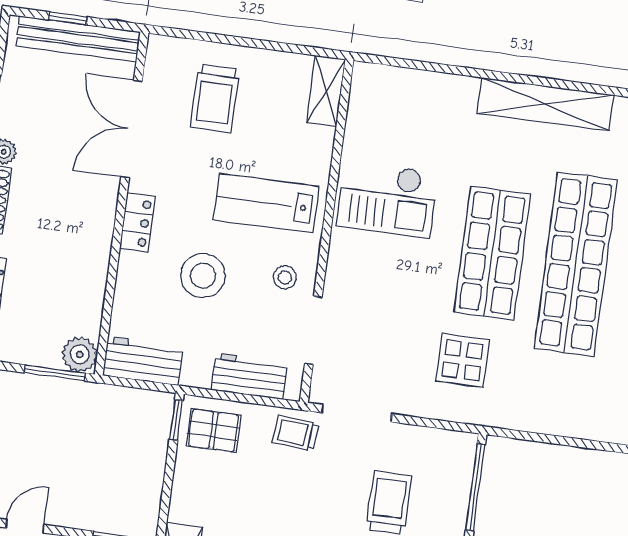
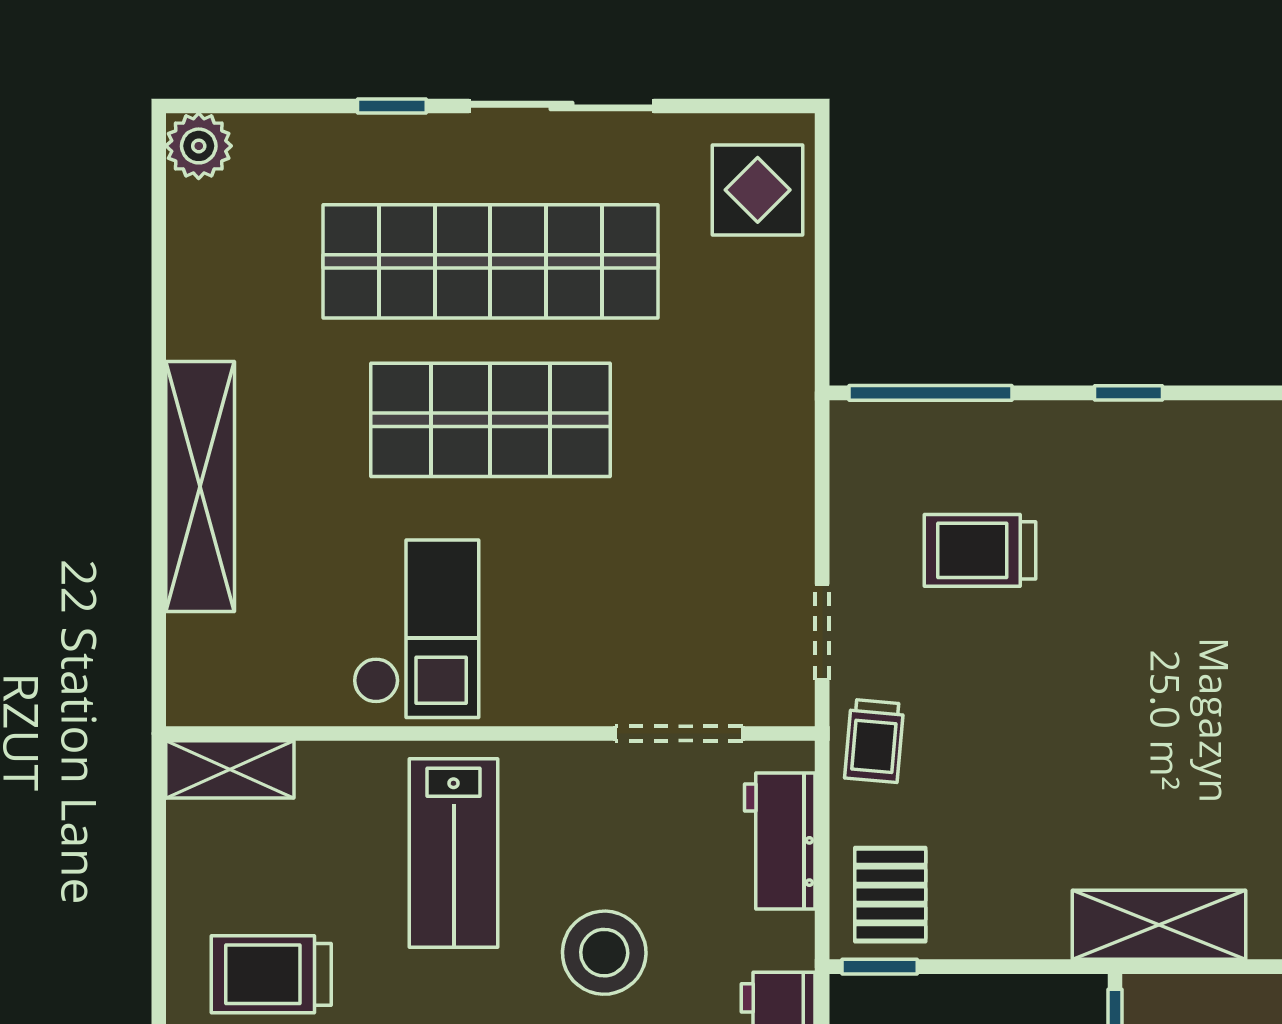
trolley: (215, 98) -> (271, 974), turned 180
shelving: (545, 104) -> (200, 487), moved
stool: (285, 277) -> (587, 800), removed
display table: (463, 360) -> (758, 190), moved
doorway: (357, 413) -> (822, 632), width x0.73

